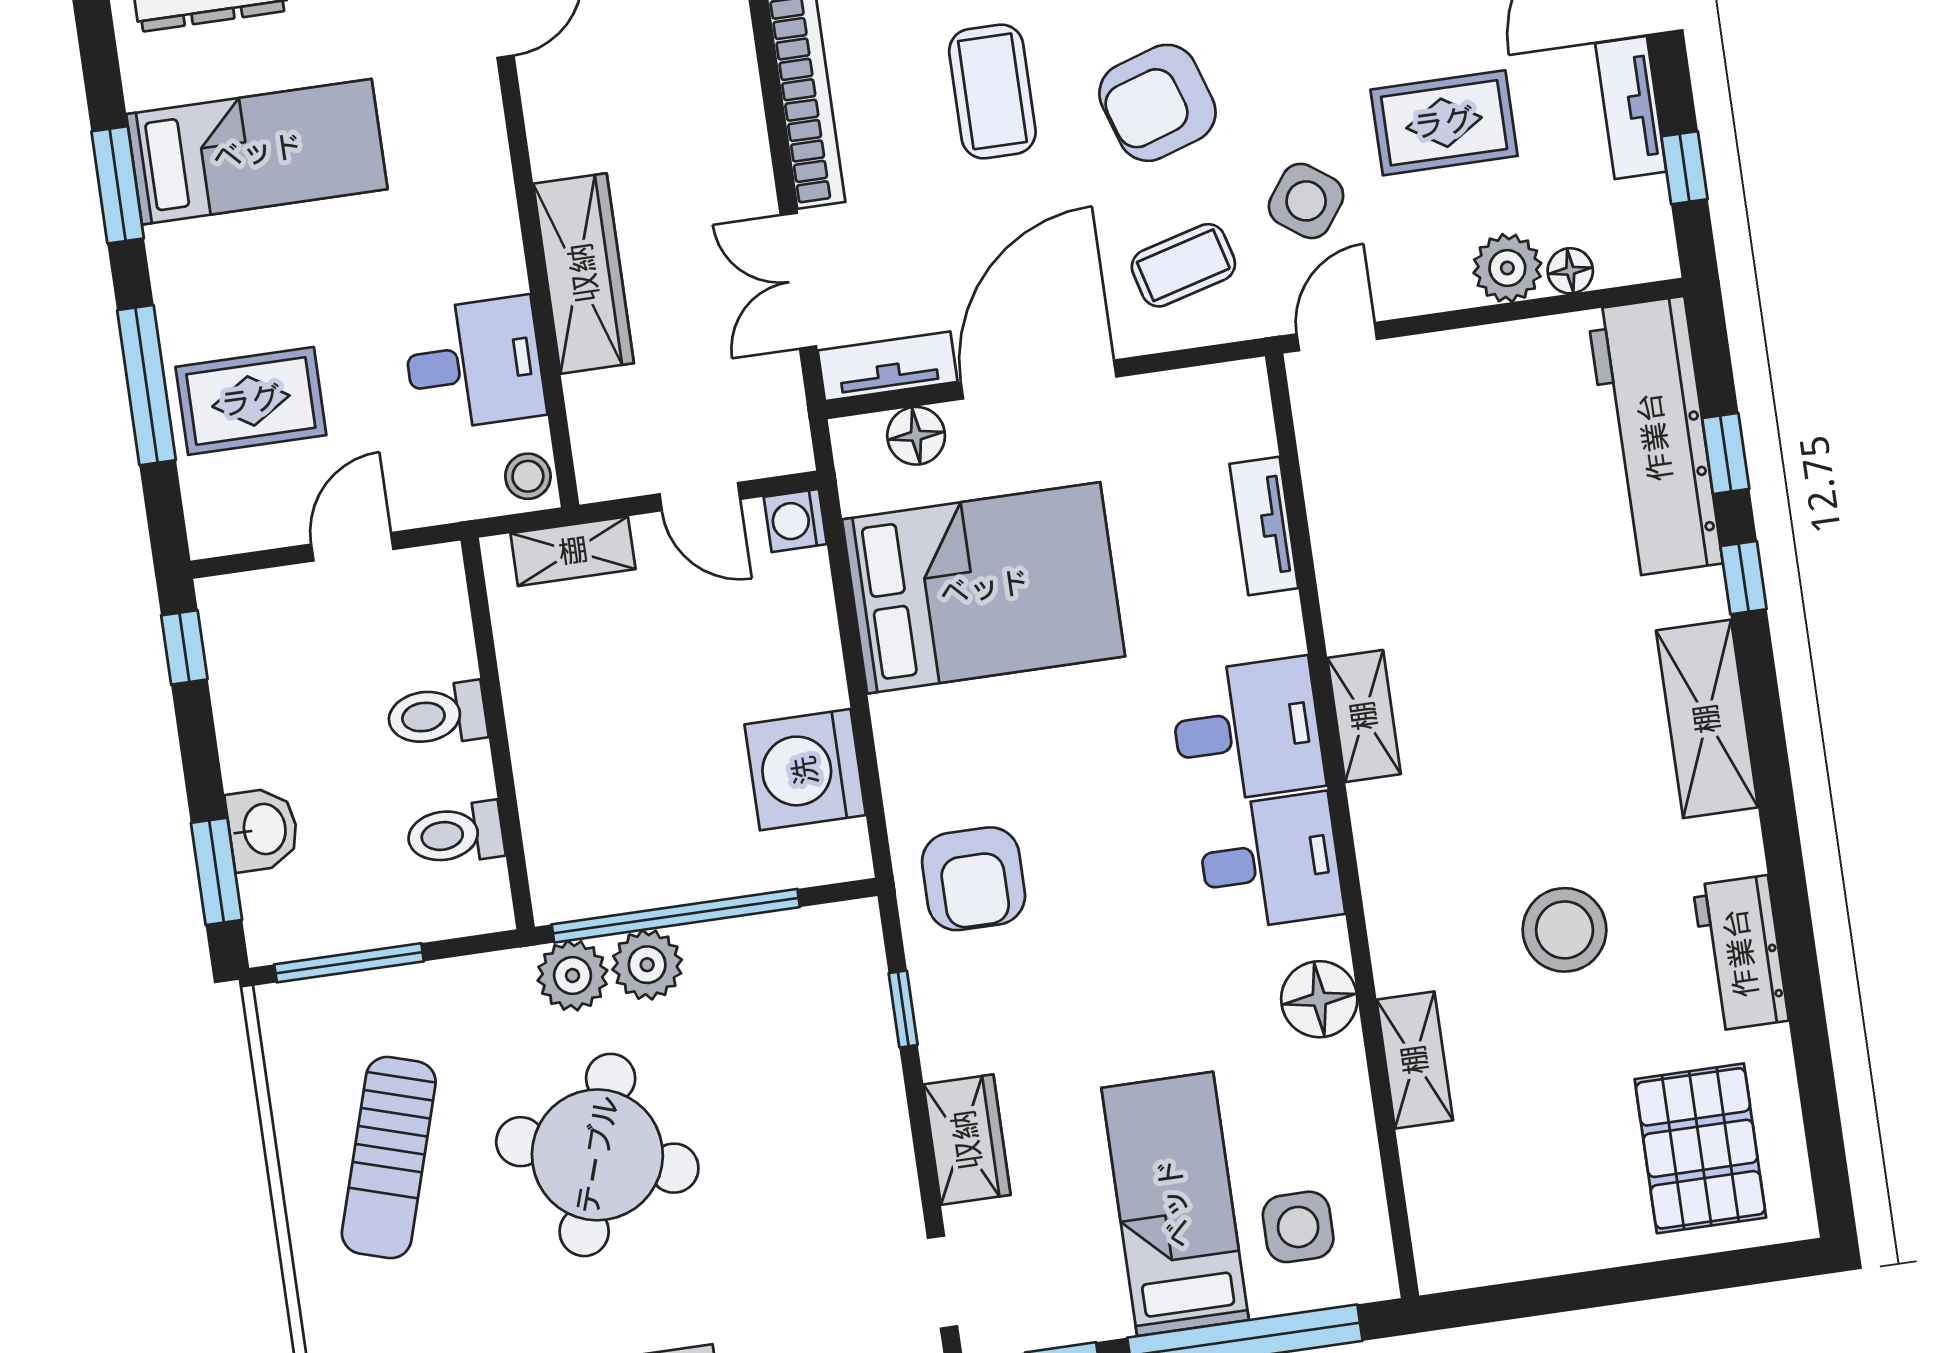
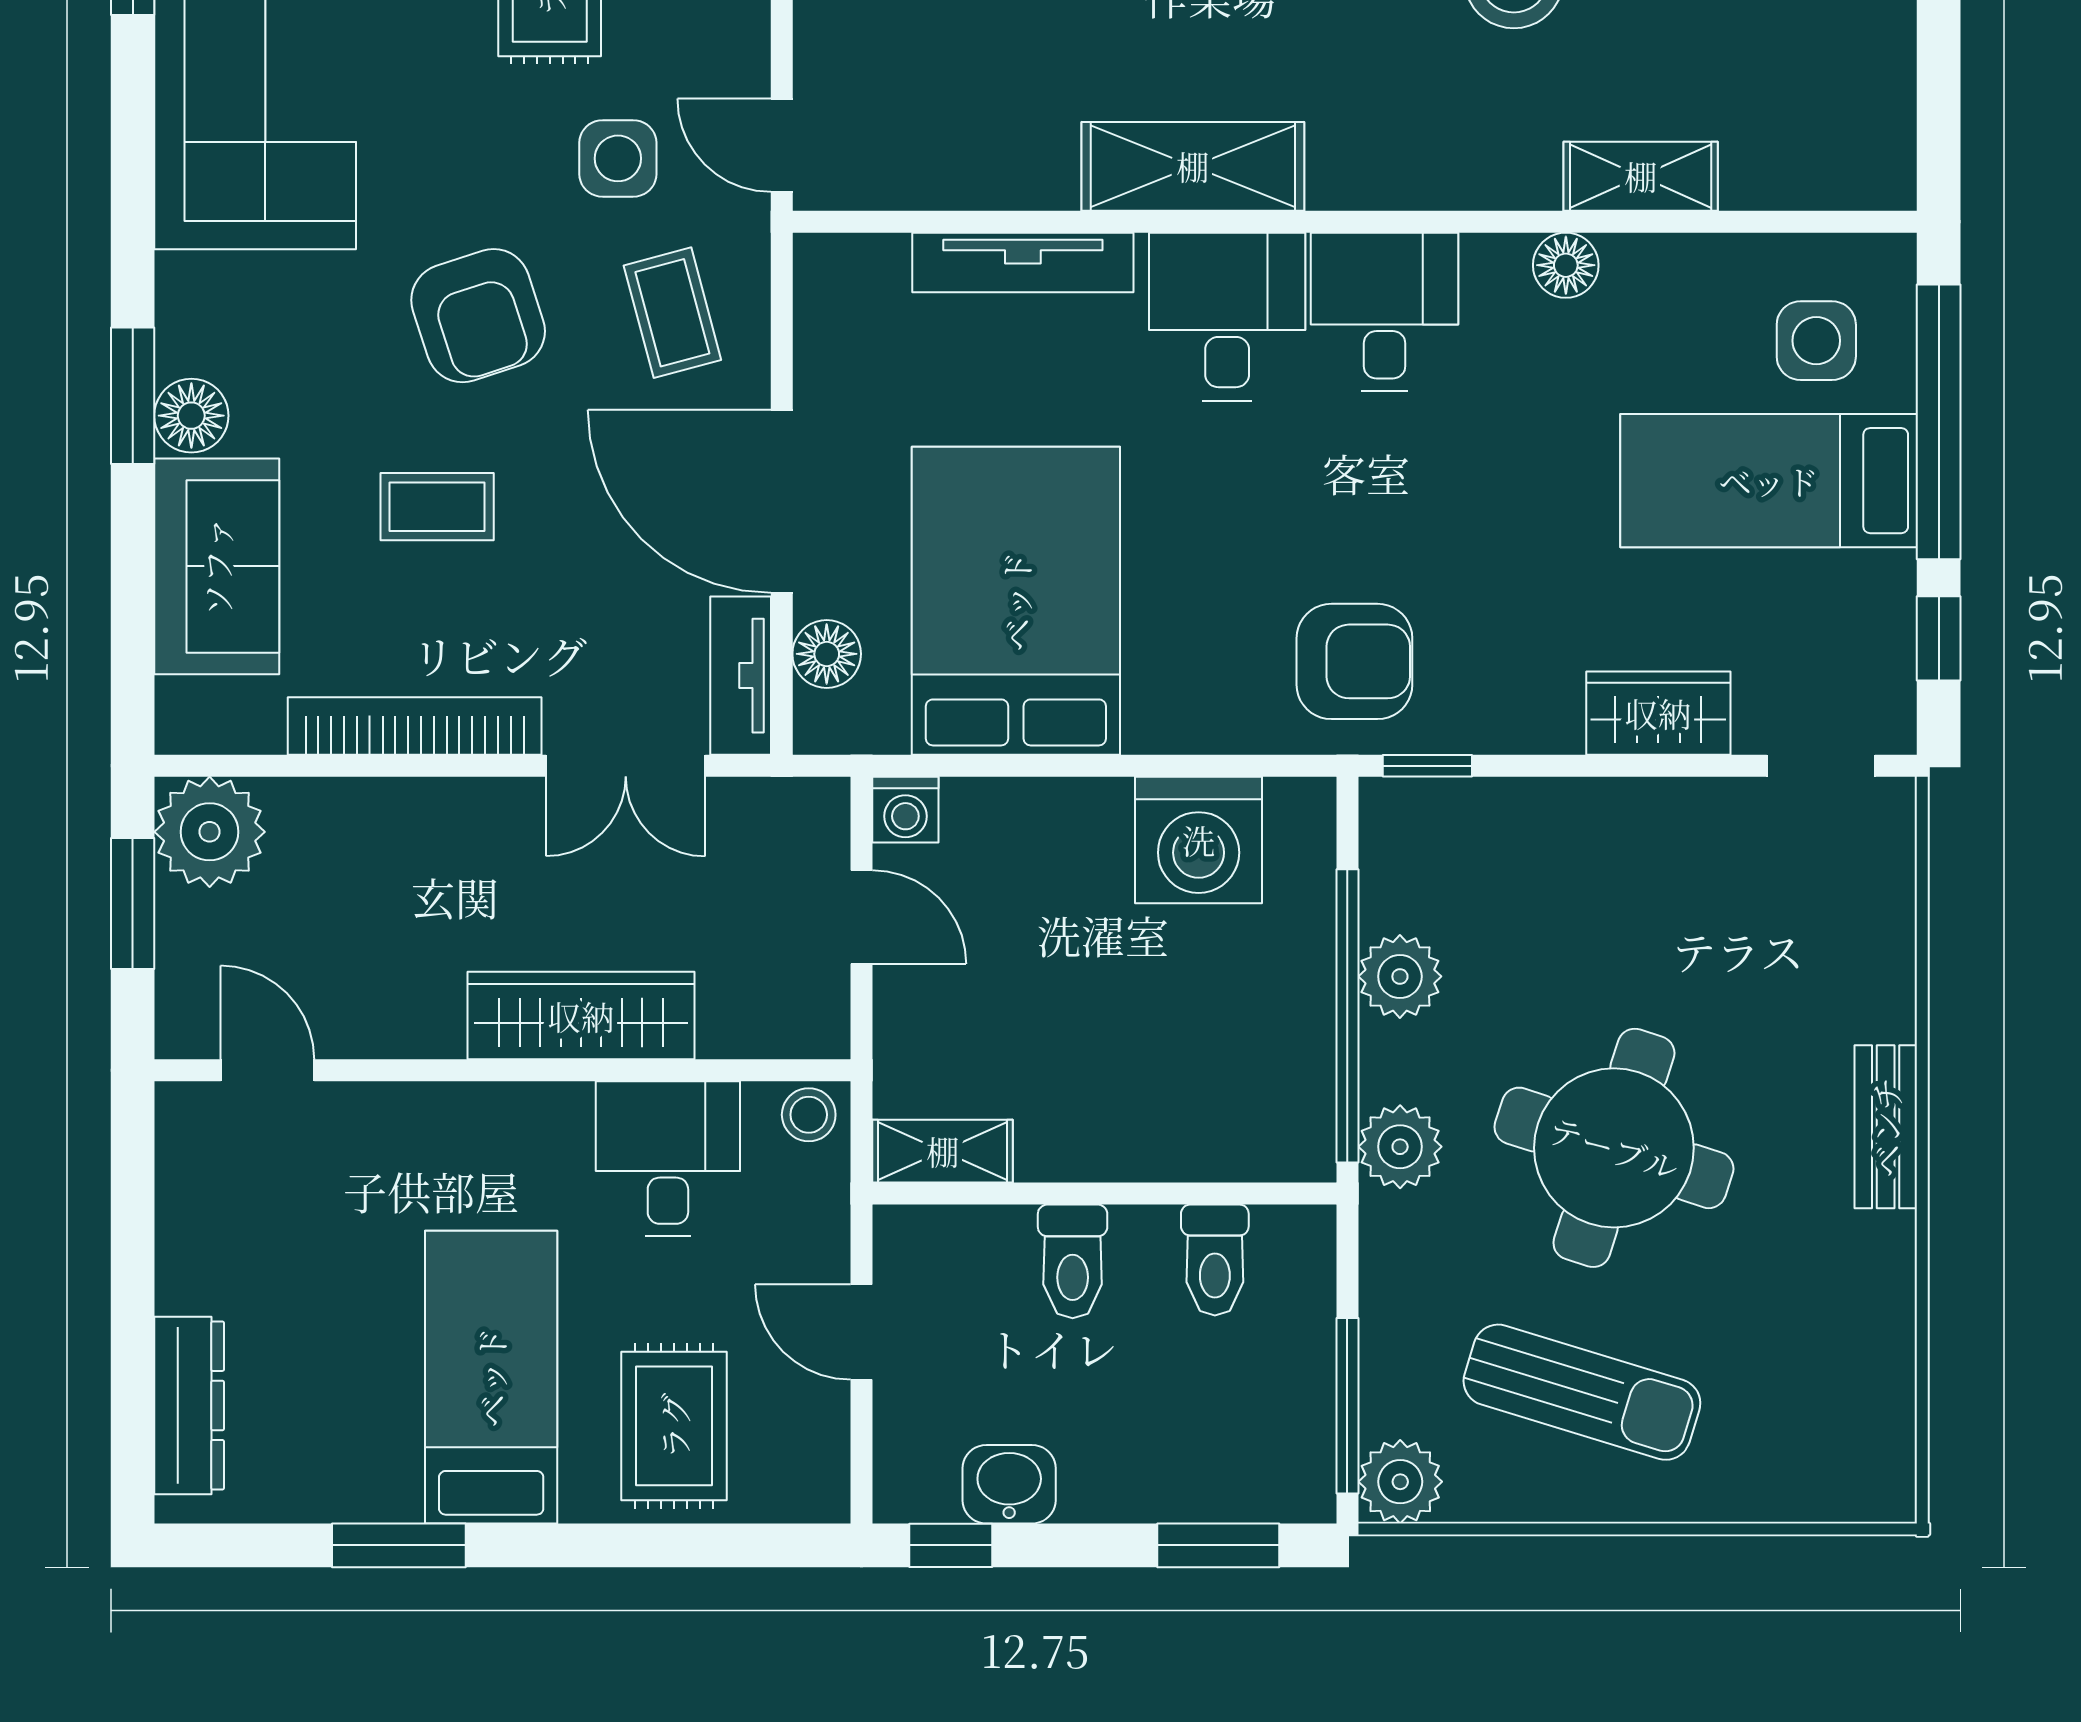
coffee table: (992, 91) -> (437, 507), width x0.73, depth x0.77
bed: (257, 152) -> (491, 1377), moved
side table: (1306, 201) -> (618, 158), turned -36
window: (146, 385) -> (638, 1545), removed
door: (700, 497) -> (861, 917), hinge flipped
tv unit: (1264, 526) -> (1023, 262), width x1.41
shelving: (573, 551) -> (943, 1151), moved, turned 90
shelving: (1364, 716) -> (1193, 166), width x1.50, depth x1.33
washbasin: (263, 829) -> (1009, 1484), moved
plant: (647, 965) -> (1400, 976), moved
floor lamp: (1319, 999) -> (1566, 265), width x0.73, depth x0.73
window: (903, 1009) -> (1427, 766), moved
plant: (292, 1016) -> (1400, 1482), added

